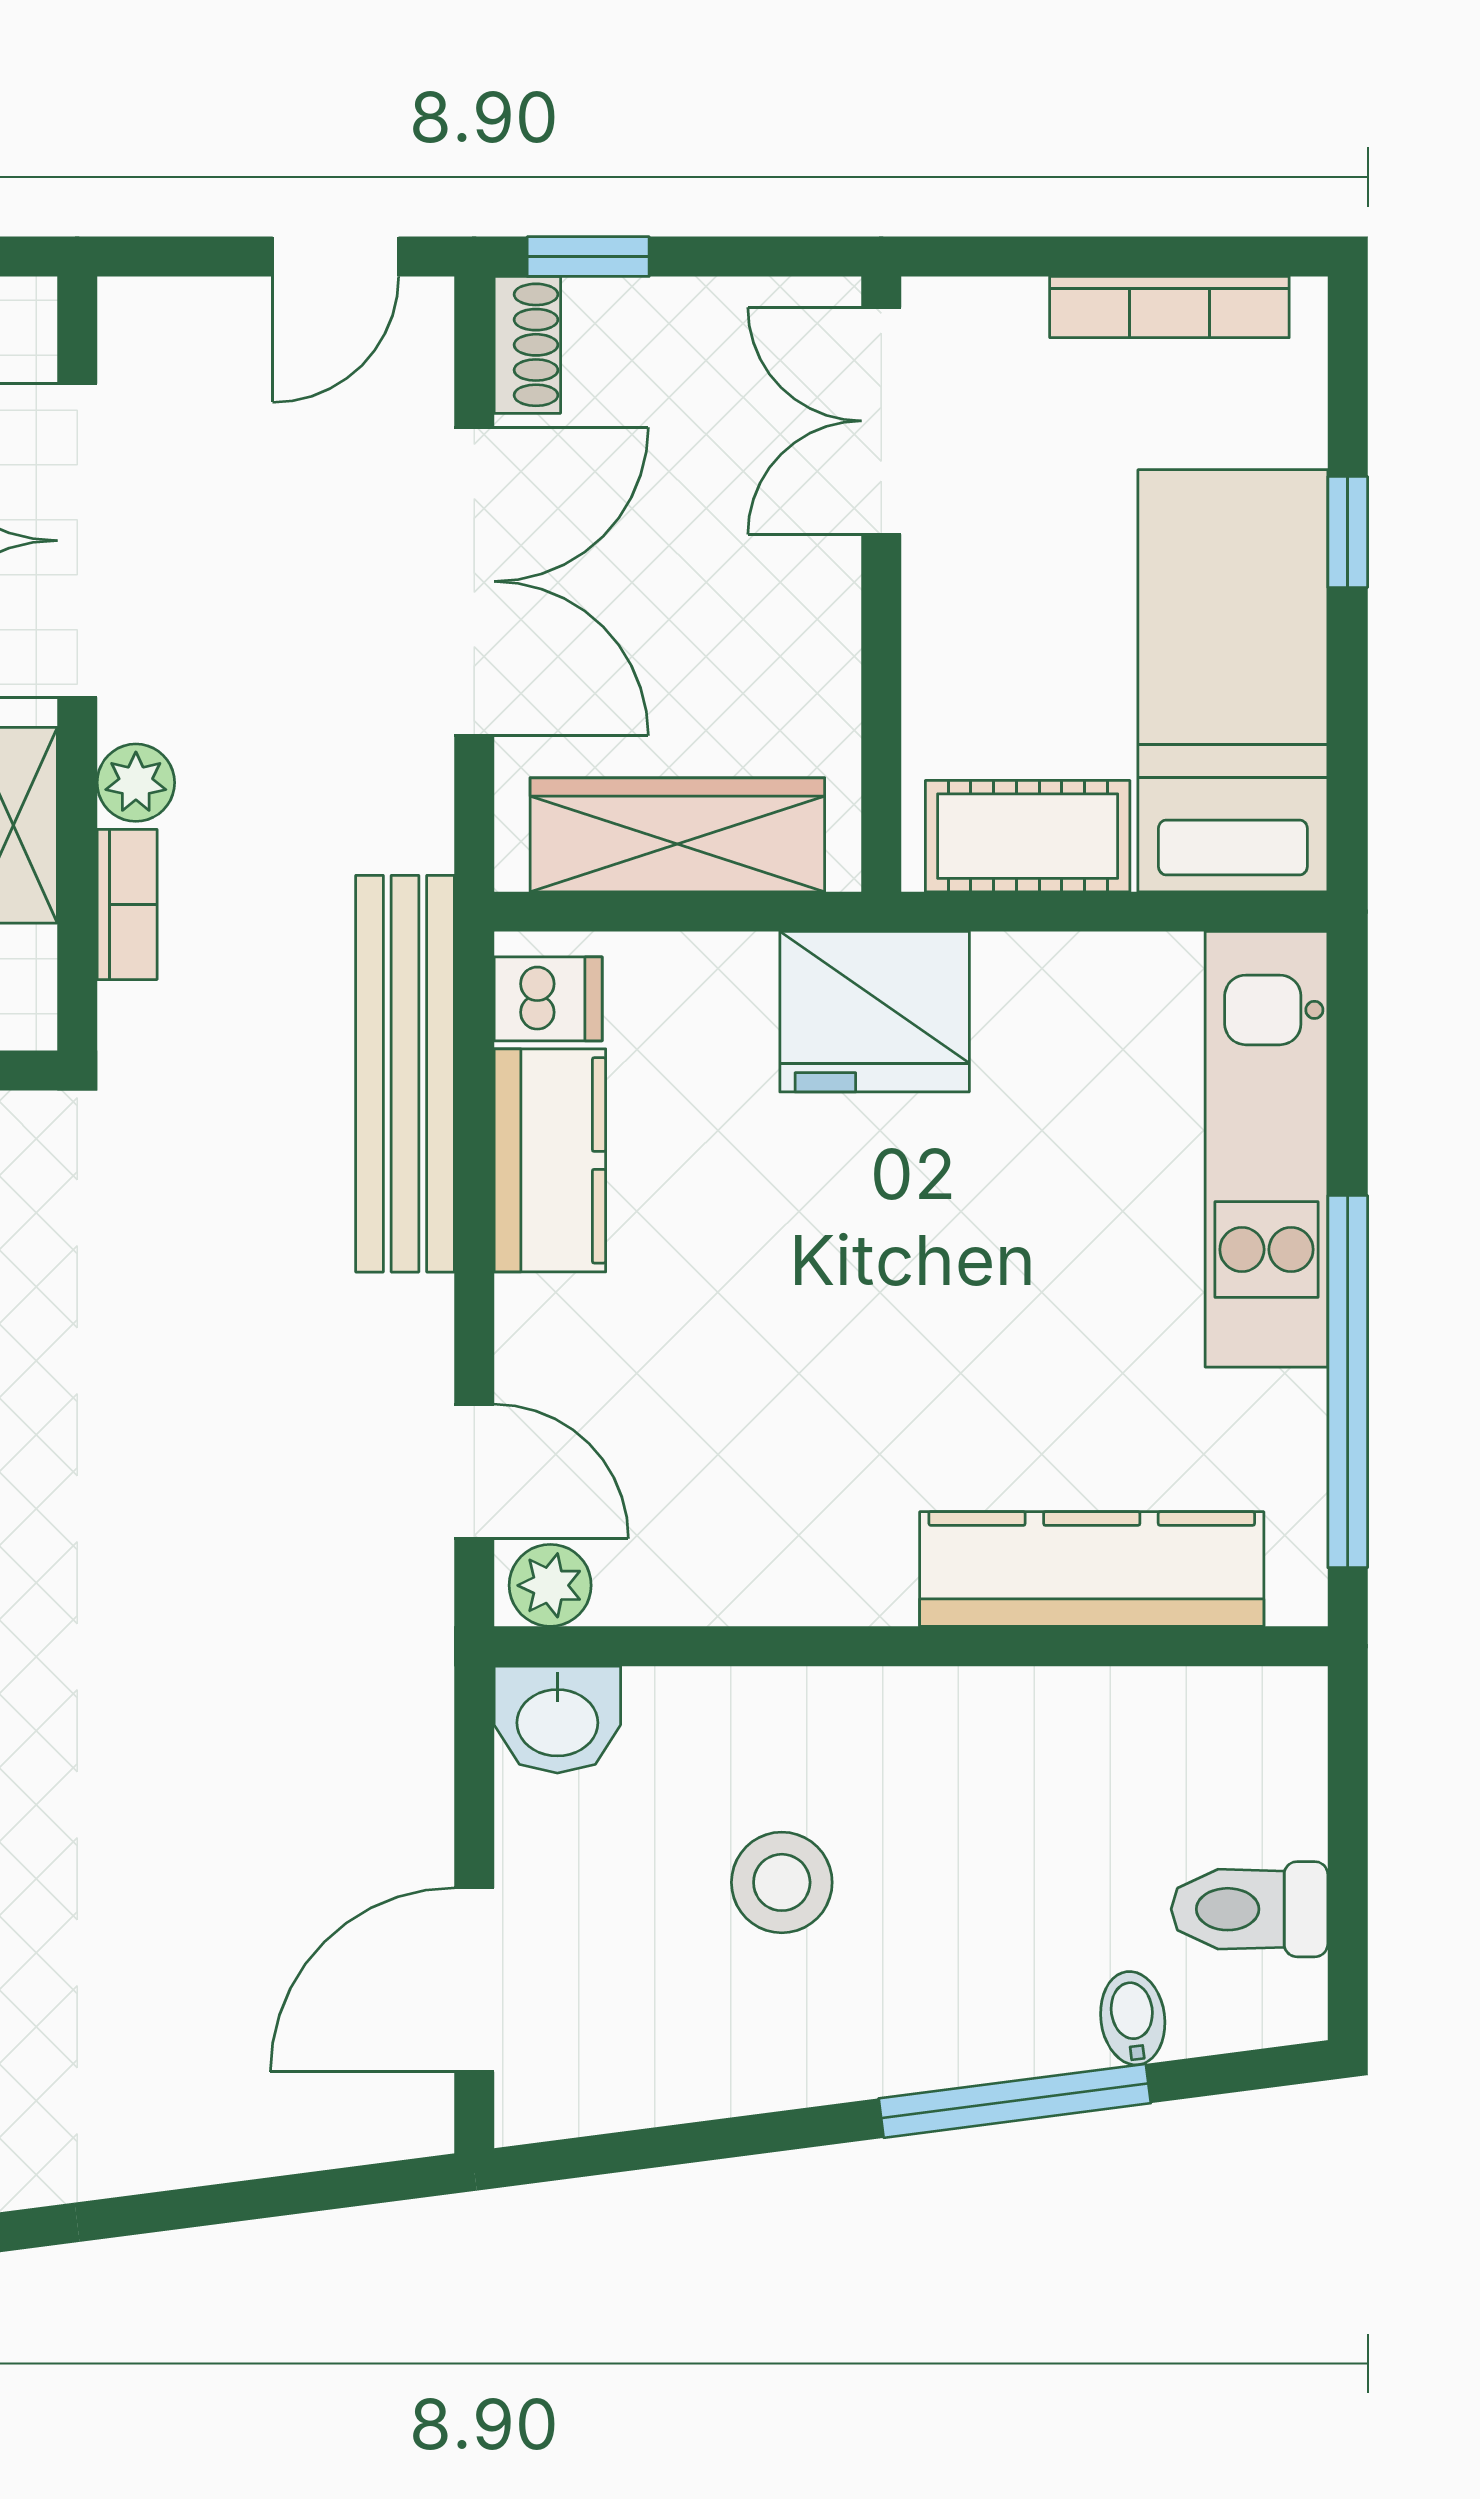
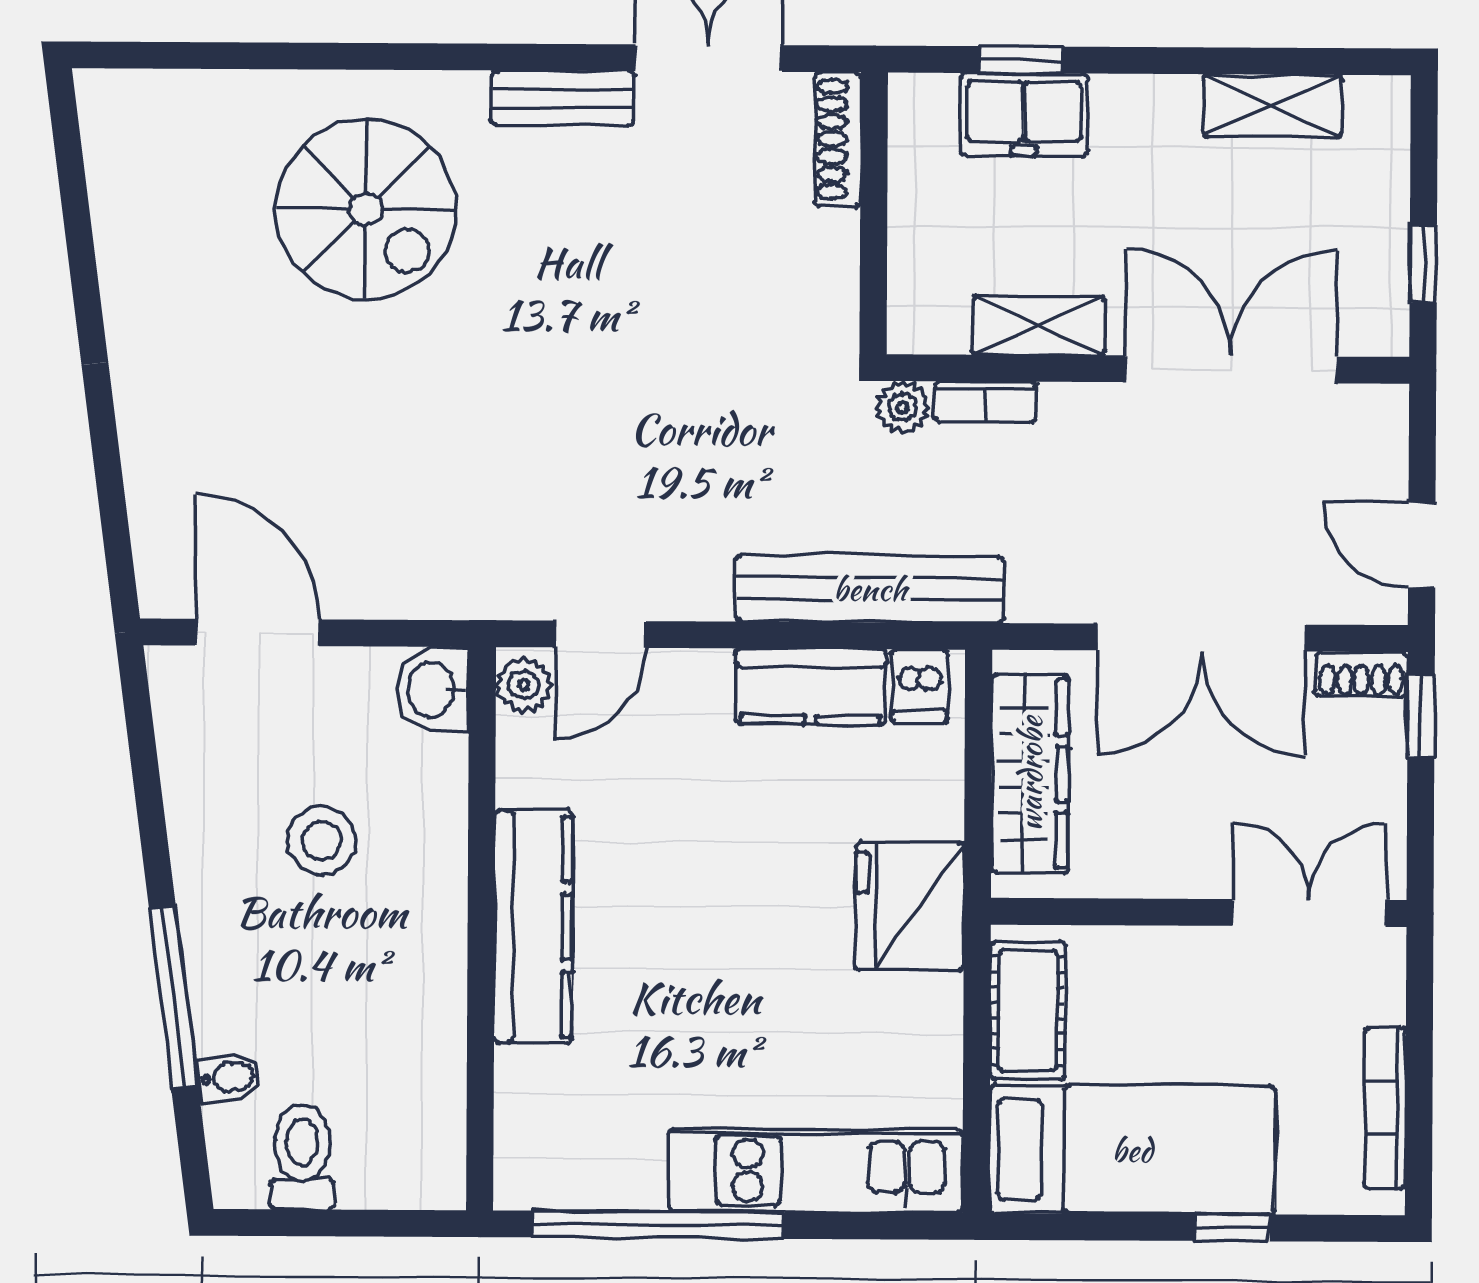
plant: (136, 783) -> (903, 407), moved
kitchen counter: (1092, 1569) -> (533, 927), moved

